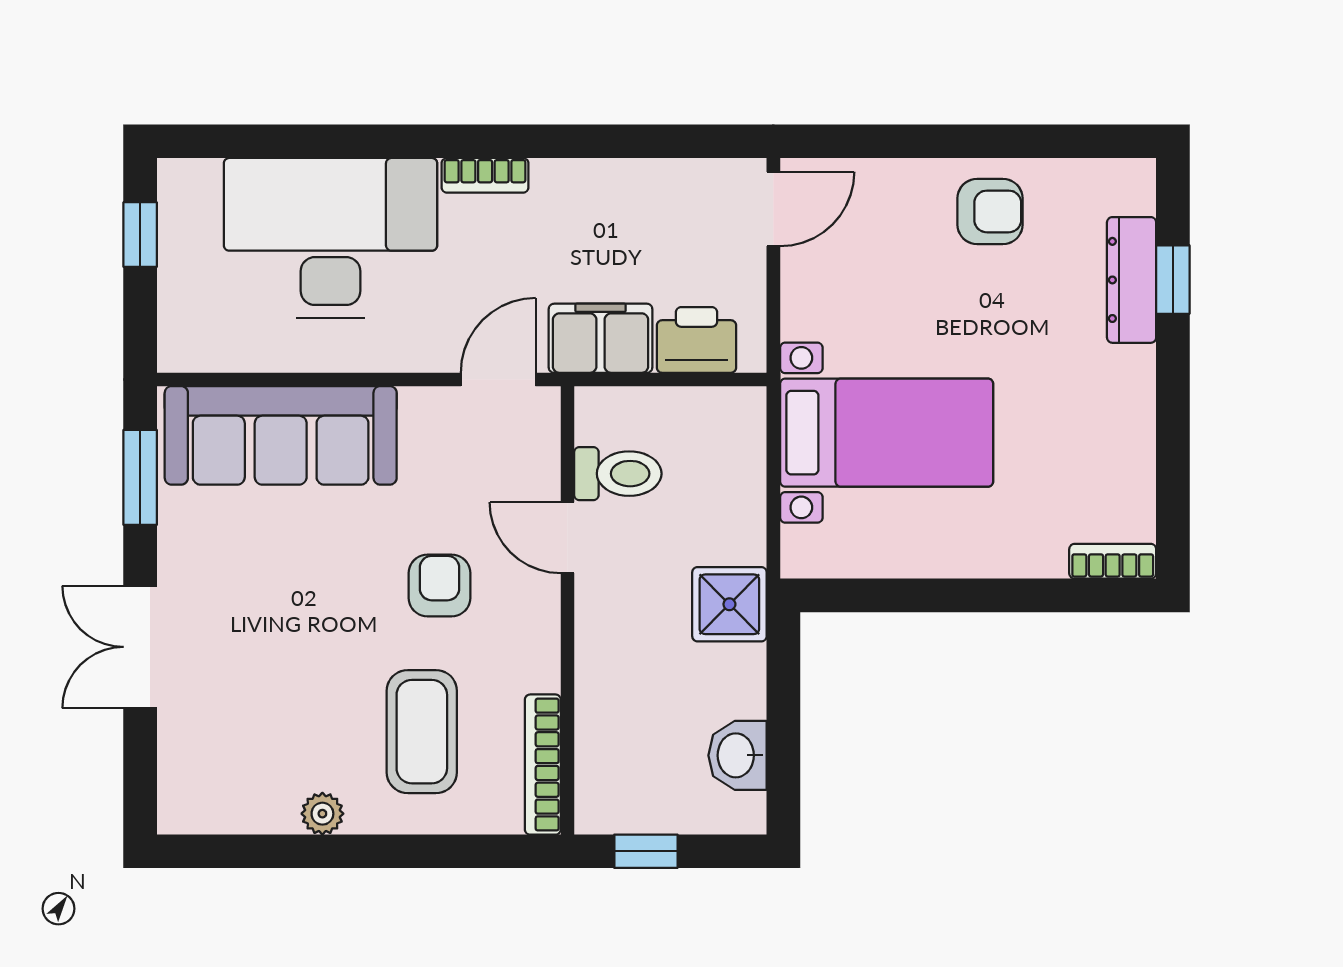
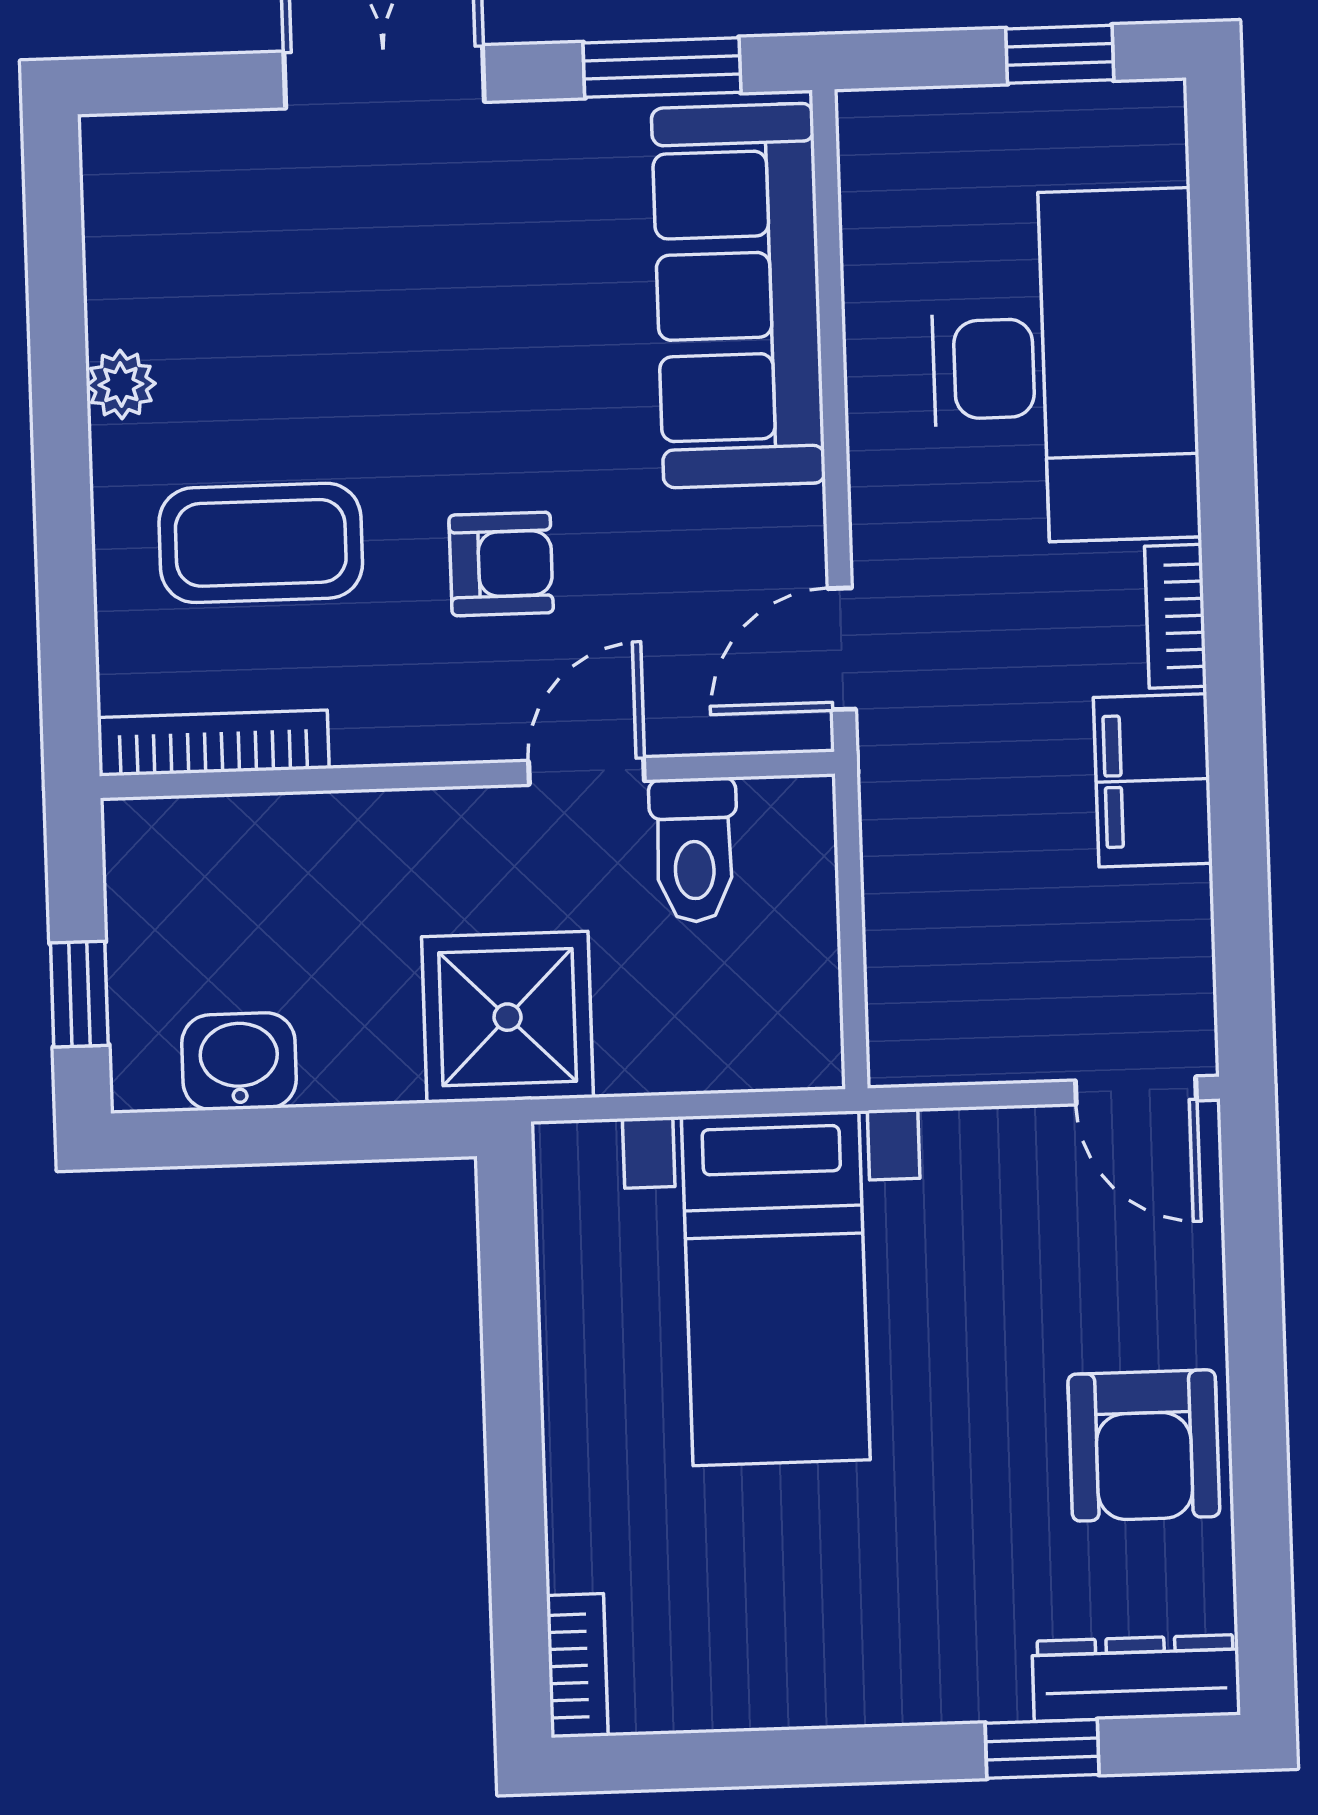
armchair: (990, 211) -> (1144, 1445), width x1.38, depth x1.38
dresser: (1132, 280) -> (1136, 1678), moved
filing cabinet: (601, 338) -> (1153, 780), moved, turned 180
printer: (696, 340) -> (917, 972), removed
door: (498, 379) -> (842, 649), swing flipped
shower: (729, 604) -> (508, 1017), width x1.36, depth x1.36
window: (646, 851) -> (79, 994), moved

